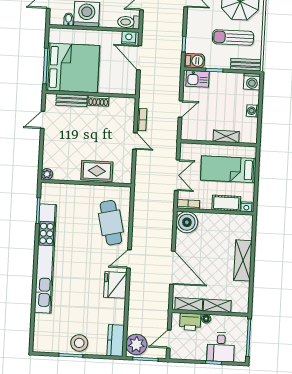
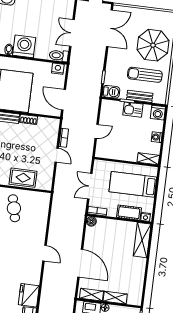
door: (139, 58) -> (64, 100), moved
bench: (246, 65) -> (140, 96), moved
kitchen sink: (197, 79) -> (133, 110), moved
shelving: (226, 136) -> (148, 159), moved
double door: (177, 175) -> (90, 186), swing flipped
boiler: (187, 222) -> (91, 221), width x0.54, depth x0.54
cafe table: (111, 223) -> (14, 208), moved, width x0.73, depth x0.74
door: (129, 259) -> (44, 253), swing flipped
shelving: (243, 260) -> (142, 240), moved
fridge: (115, 285) -> (29, 295), moved

